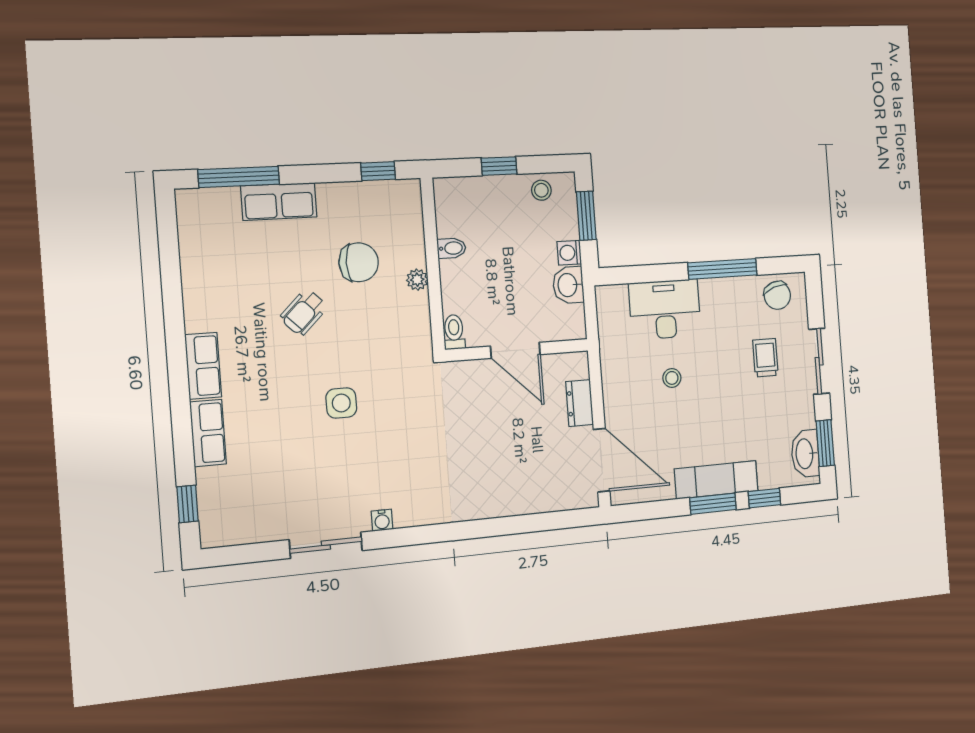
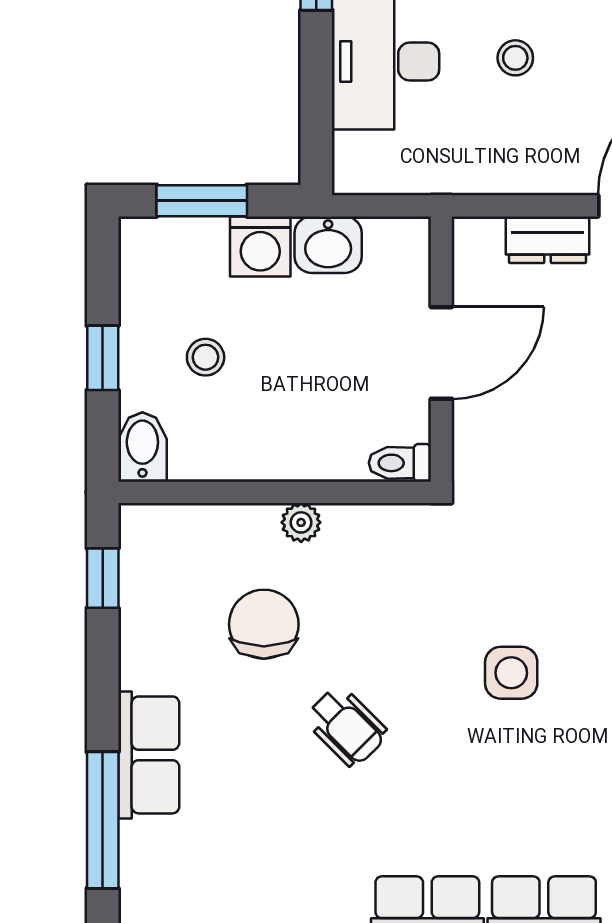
stool: (541, 190) -> (206, 357), moved
bidet: (452, 248) -> (142, 447), moved, width x1.38, depth x1.36
washing machine: (569, 253) -> (260, 246), width x1.38, depth x1.38

